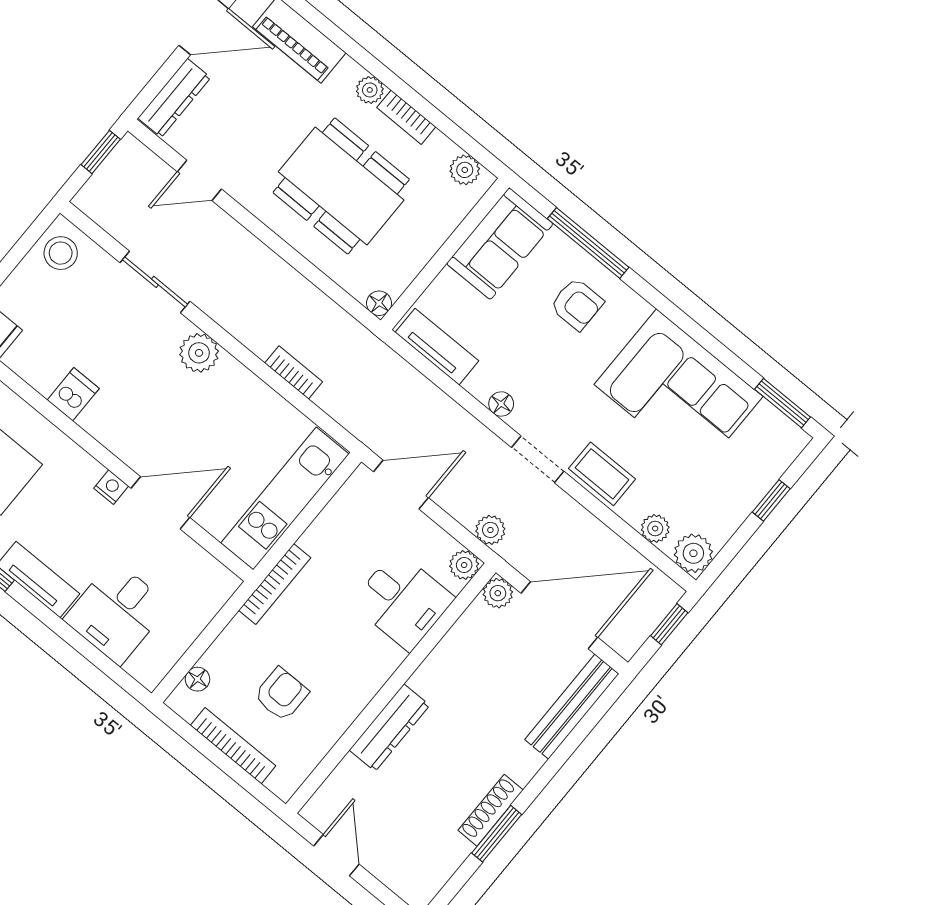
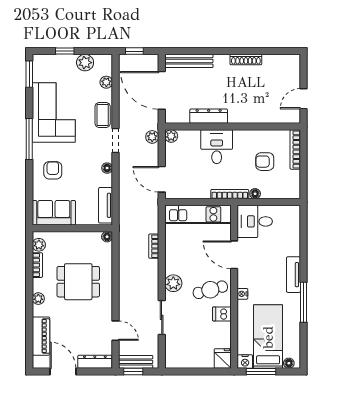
bookcase: (406, 117) -> (37, 265), moved
bench: (114, 170) -> (136, 362), added
dining table: (341, 186) -> (78, 282), width x0.73
window: (588, 243) -> (29, 139), moved
stool: (61, 253) -> (178, 357), removed
cafe table: (133, 409) -> (210, 290), added
nightstand: (111, 487) -> (242, 294), moved
plant: (693, 553) -> (85, 63), moved
plant: (498, 593) -> (171, 117), removed
desk: (403, 601) -> (217, 147), moved
desk: (117, 612) -> (255, 221), moved, turned 180
floor lamp: (197, 679) -> (255, 194), moved
dresser: (389, 728) -> (209, 116), moved
bookcase: (233, 746) -> (295, 150), moved
window: (497, 834) -> (252, 51), removed

